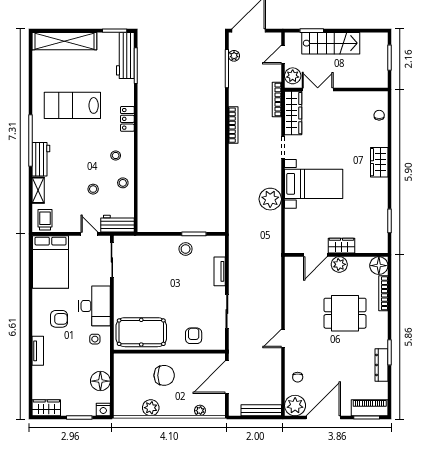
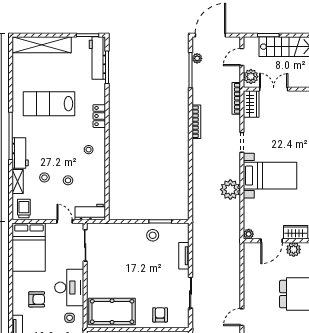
wardrobe: (293, 113) -> (251, 104), width x0.67
stool: (123, 183) -> (44, 177), moved
plant: (290, 248) -> (249, 234), added

